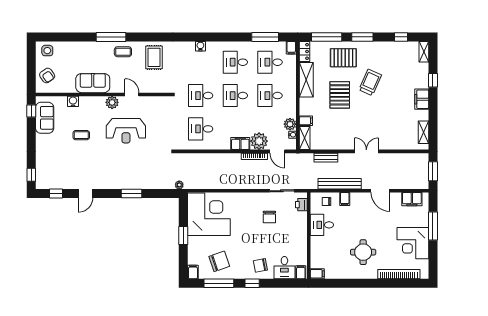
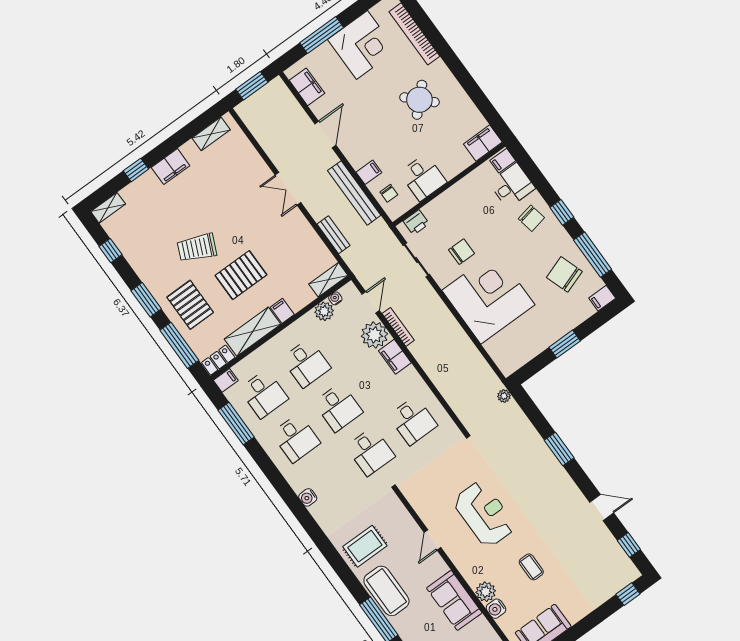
coffee table: (123, 52) -> (386, 591), width x1.86, depth x1.72
plant: (112, 102) -> (486, 592), moved
filing cabinet: (306, 121) -> (282, 311), moved
corner desk: (209, 214) -> (488, 298), moved, turned 90
round table: (363, 252) -> (419, 100), turned 45
filing cabinet: (317, 274) -> (483, 143), width x2.00

